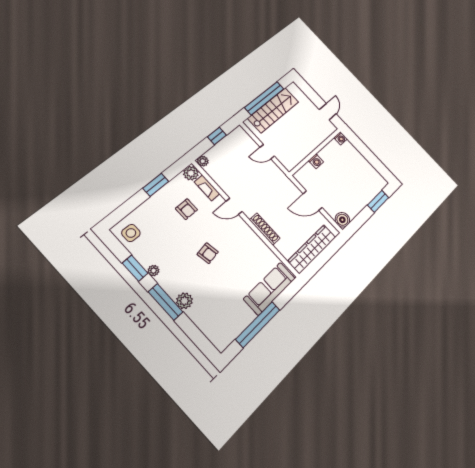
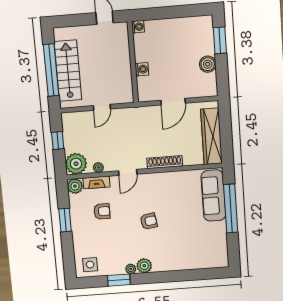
plant: (203, 161) -> (76, 164), width x1.87, depth x1.87
plant: (220, 181) -> (98, 168), added
boiler: (342, 220) -> (208, 64), moved
plant: (184, 301) -> (144, 266), moved
window: (166, 302) -> (160, 277), removed
window: (258, 325) -> (231, 208), moved

